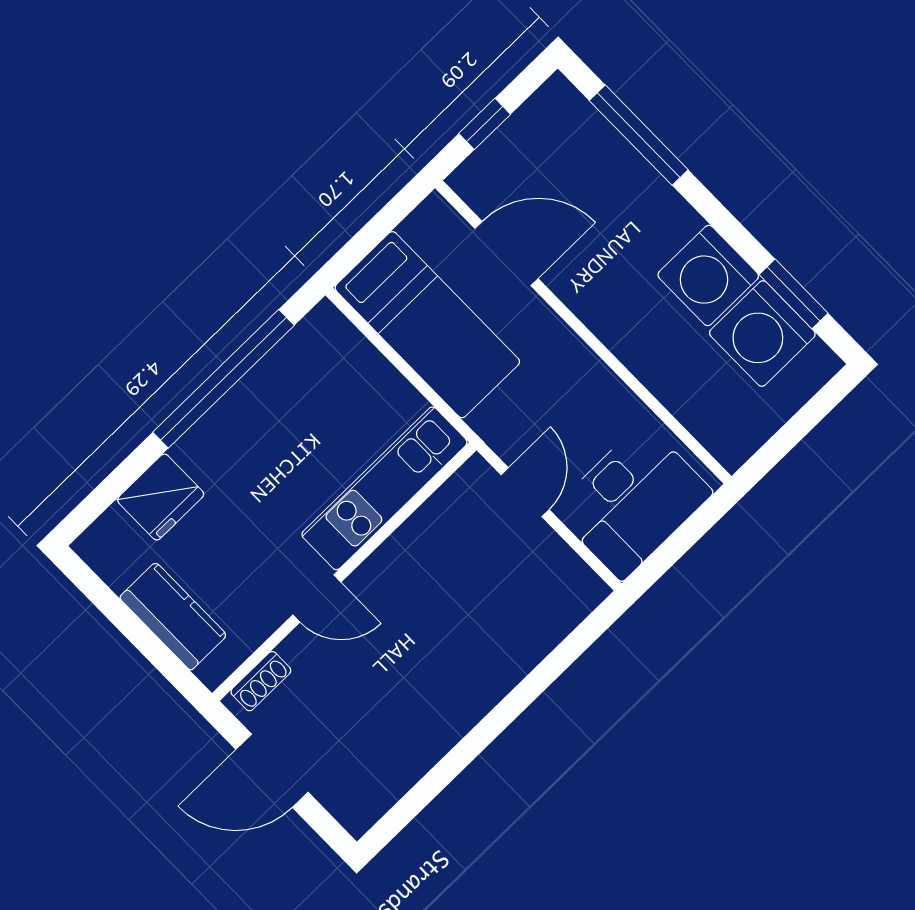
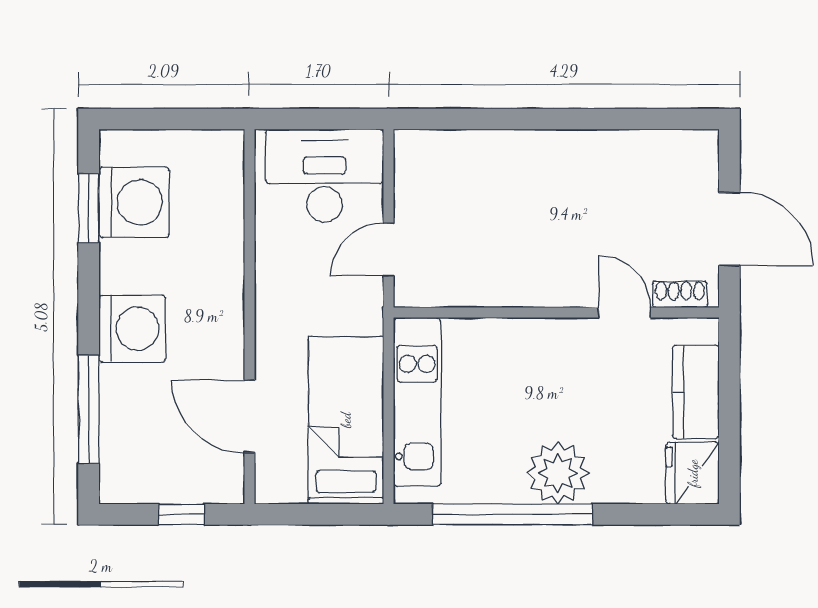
washing machine: (708, 275) -> (132, 329), moved
plant: (220, 446) -> (558, 473), added
kitchen unit: (384, 488) -> (417, 403), moved, turned -90
fridge: (161, 497) -> (693, 473), moved, turned -90
door: (317, 598) -> (625, 313), moved

